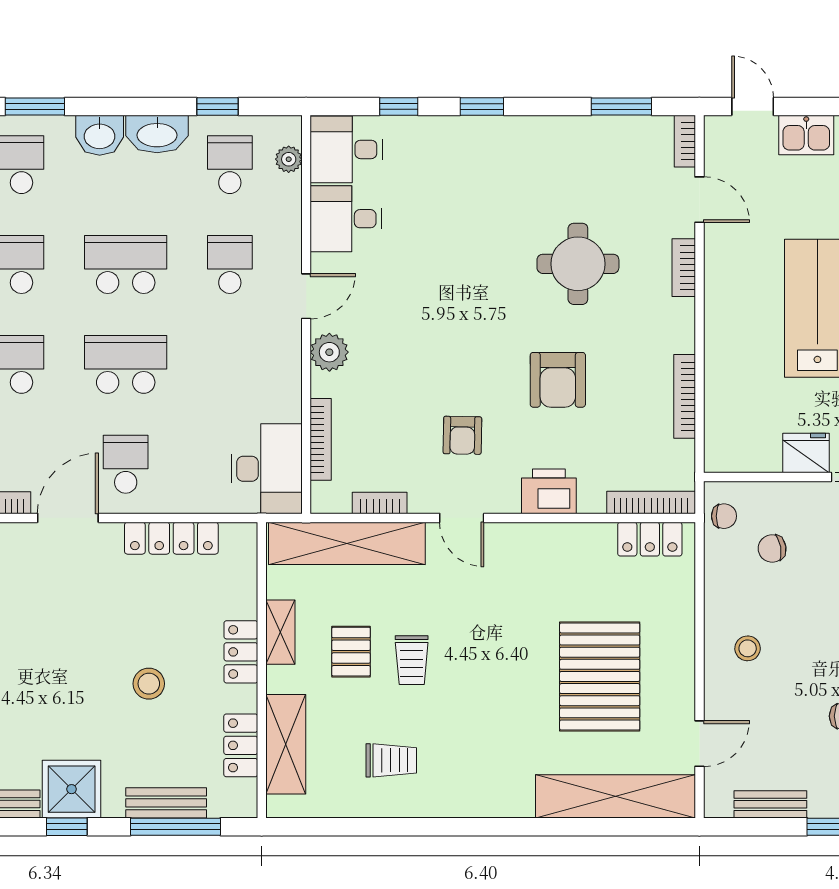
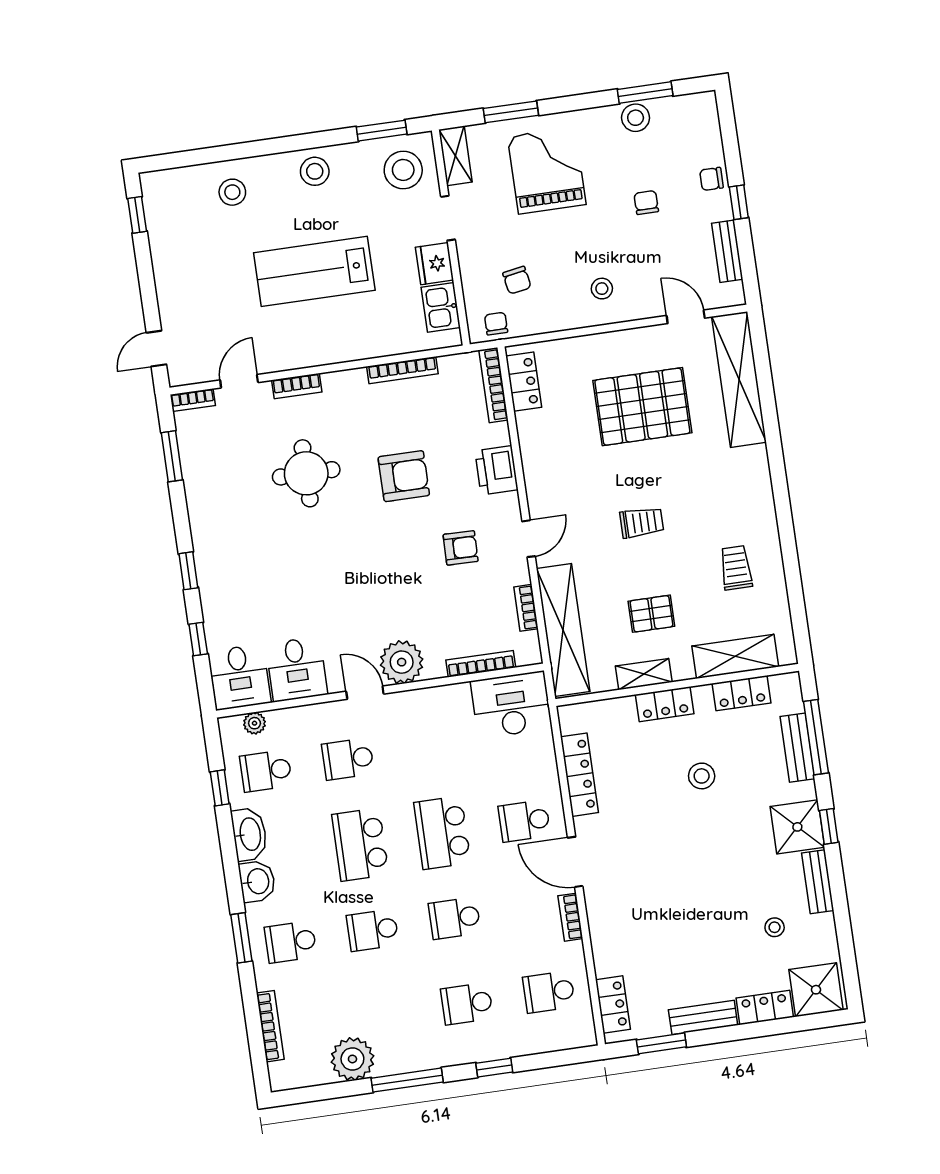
kitchen sink: (806, 135) -> (441, 307), moved, turned 180
plant: (329, 352) -> (402, 662), width x1.36, depth x1.36
trolley: (412, 660) -> (642, 522), moved

